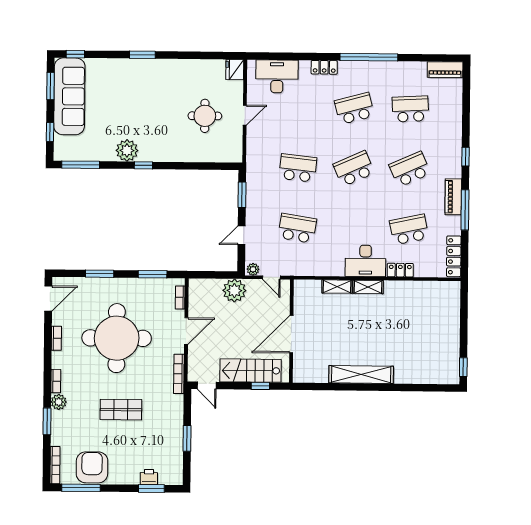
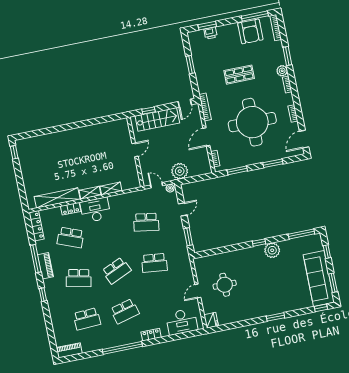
school desk: (410, 169) -> (79, 278), turned 36
school desk: (409, 229) -> (70, 237), turned 33
door: (291, 334) -> (135, 150), width x0.53
shelving: (361, 375) -> (57, 198), moved
door: (207, 385) -> (185, 103), swing flipped

